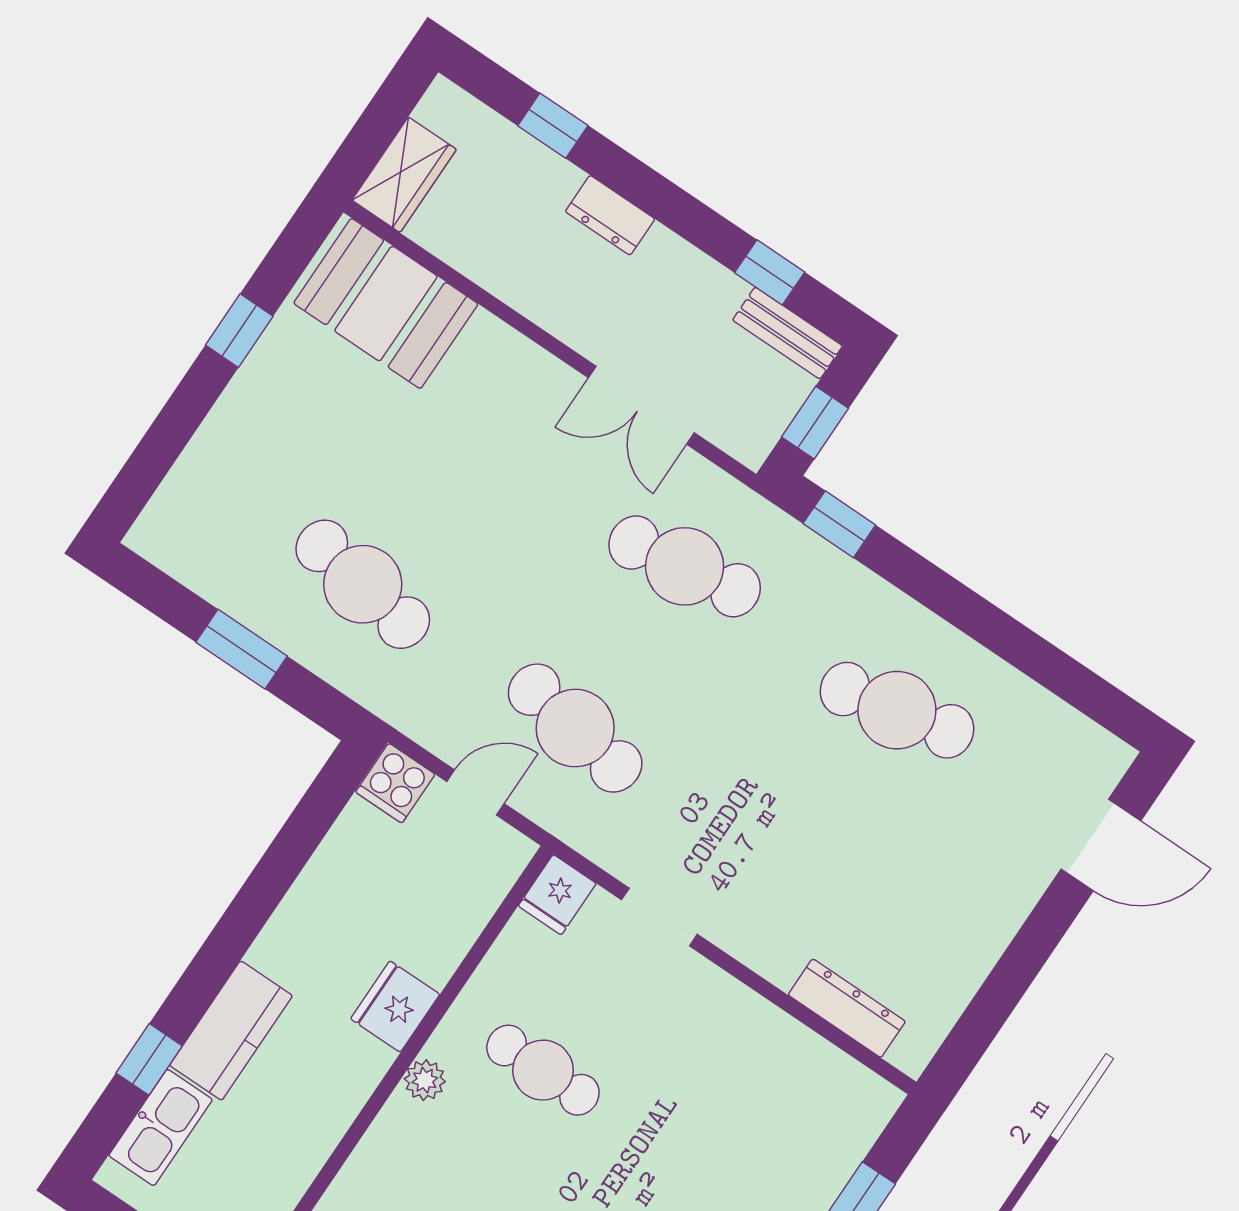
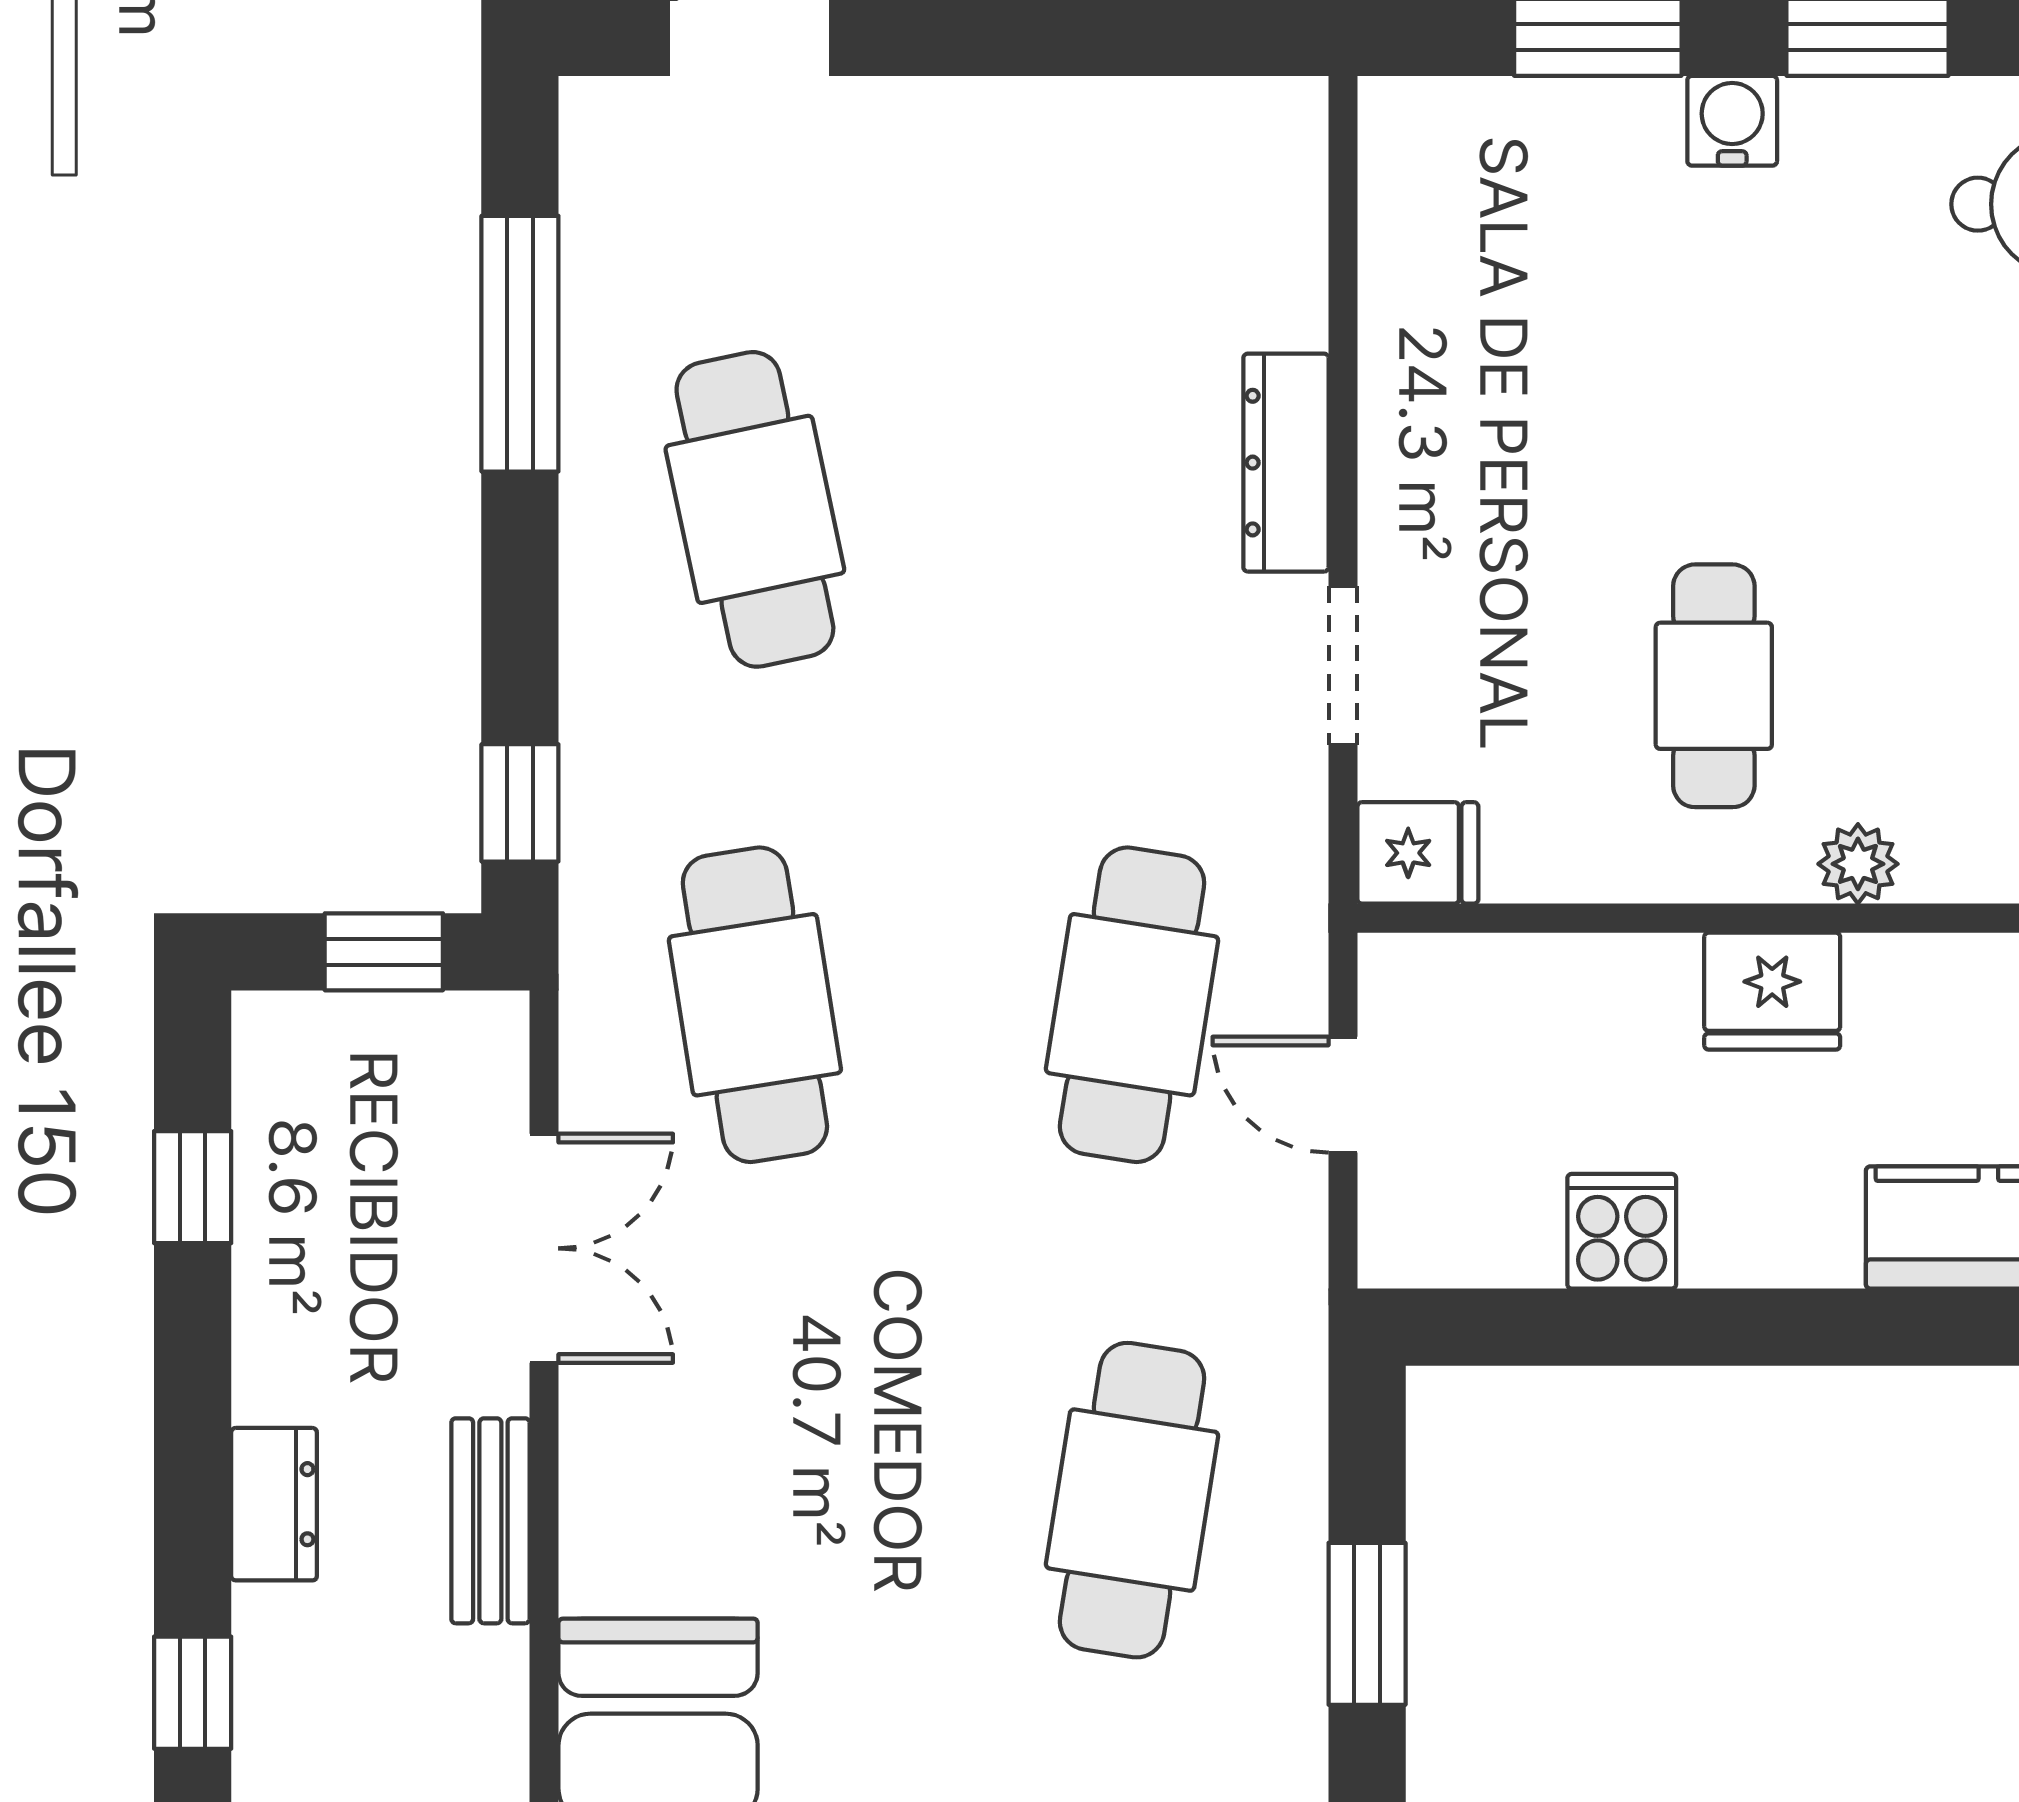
bench: (788, 333) -> (490, 1521), moved
window: (1036, 658) -> (520, 344), added
cooker: (395, 783) -> (1622, 1231), moved, turned -90
dresser: (847, 1008) -> (1286, 463), moved

